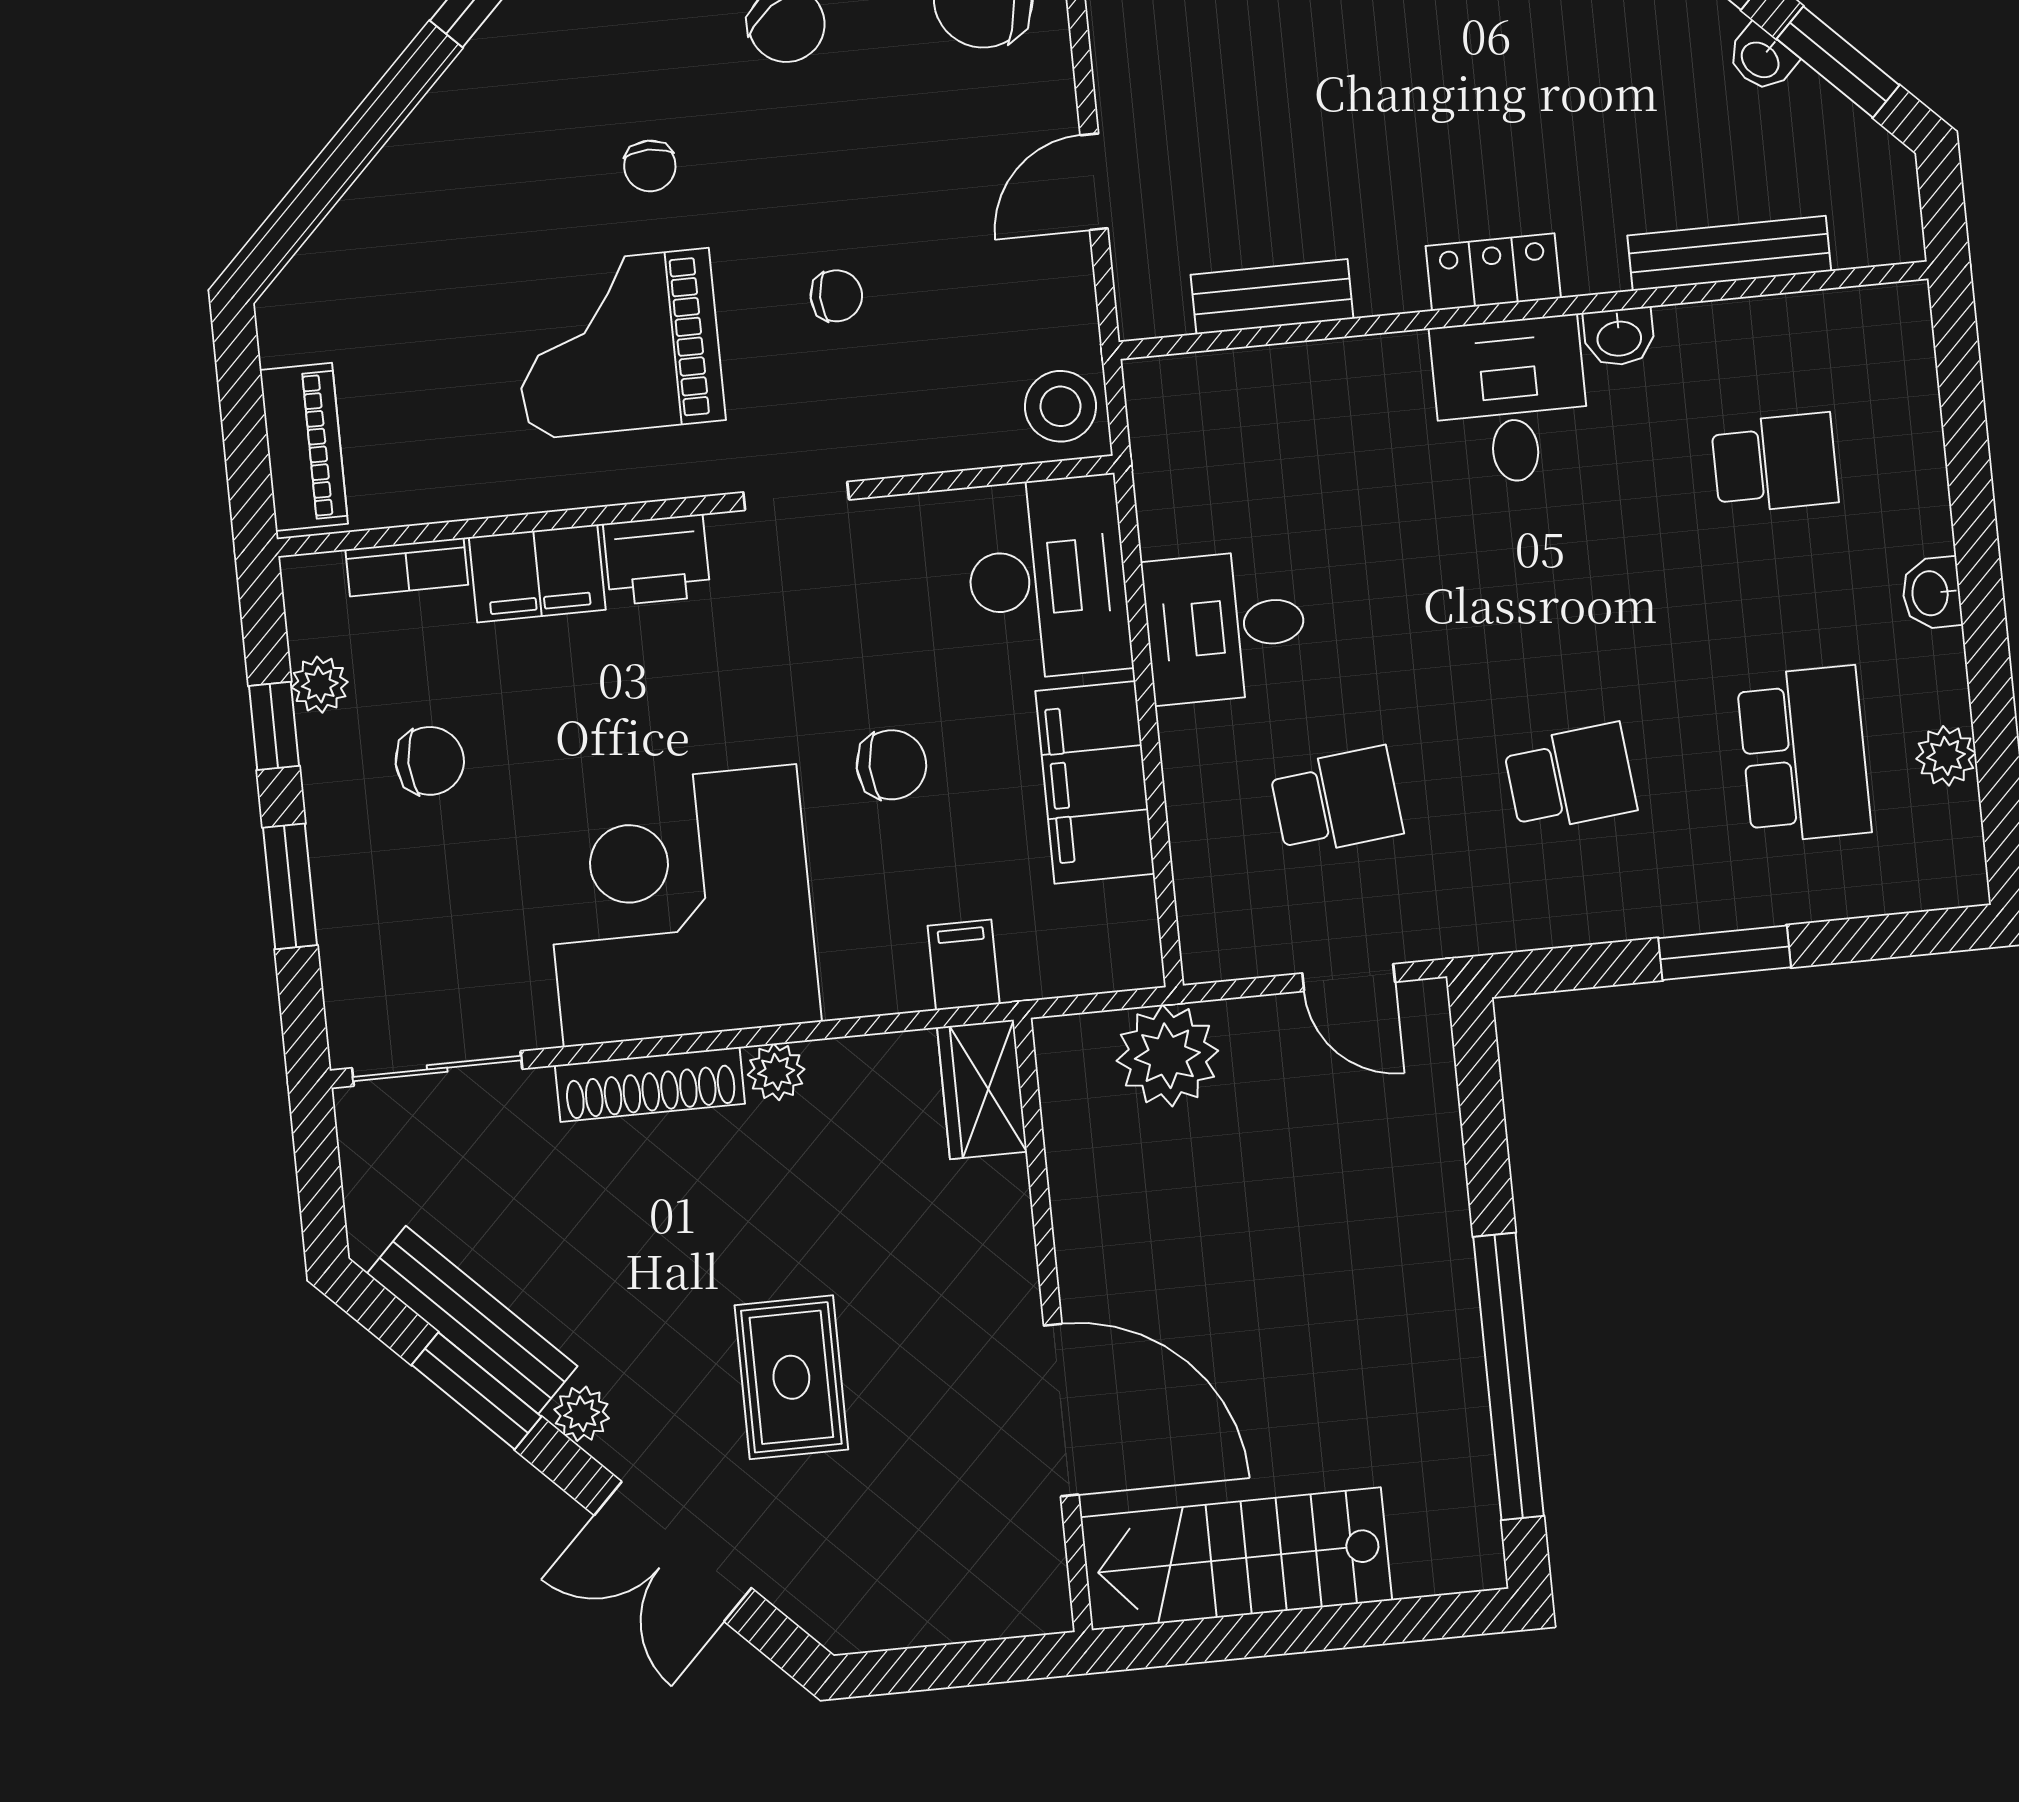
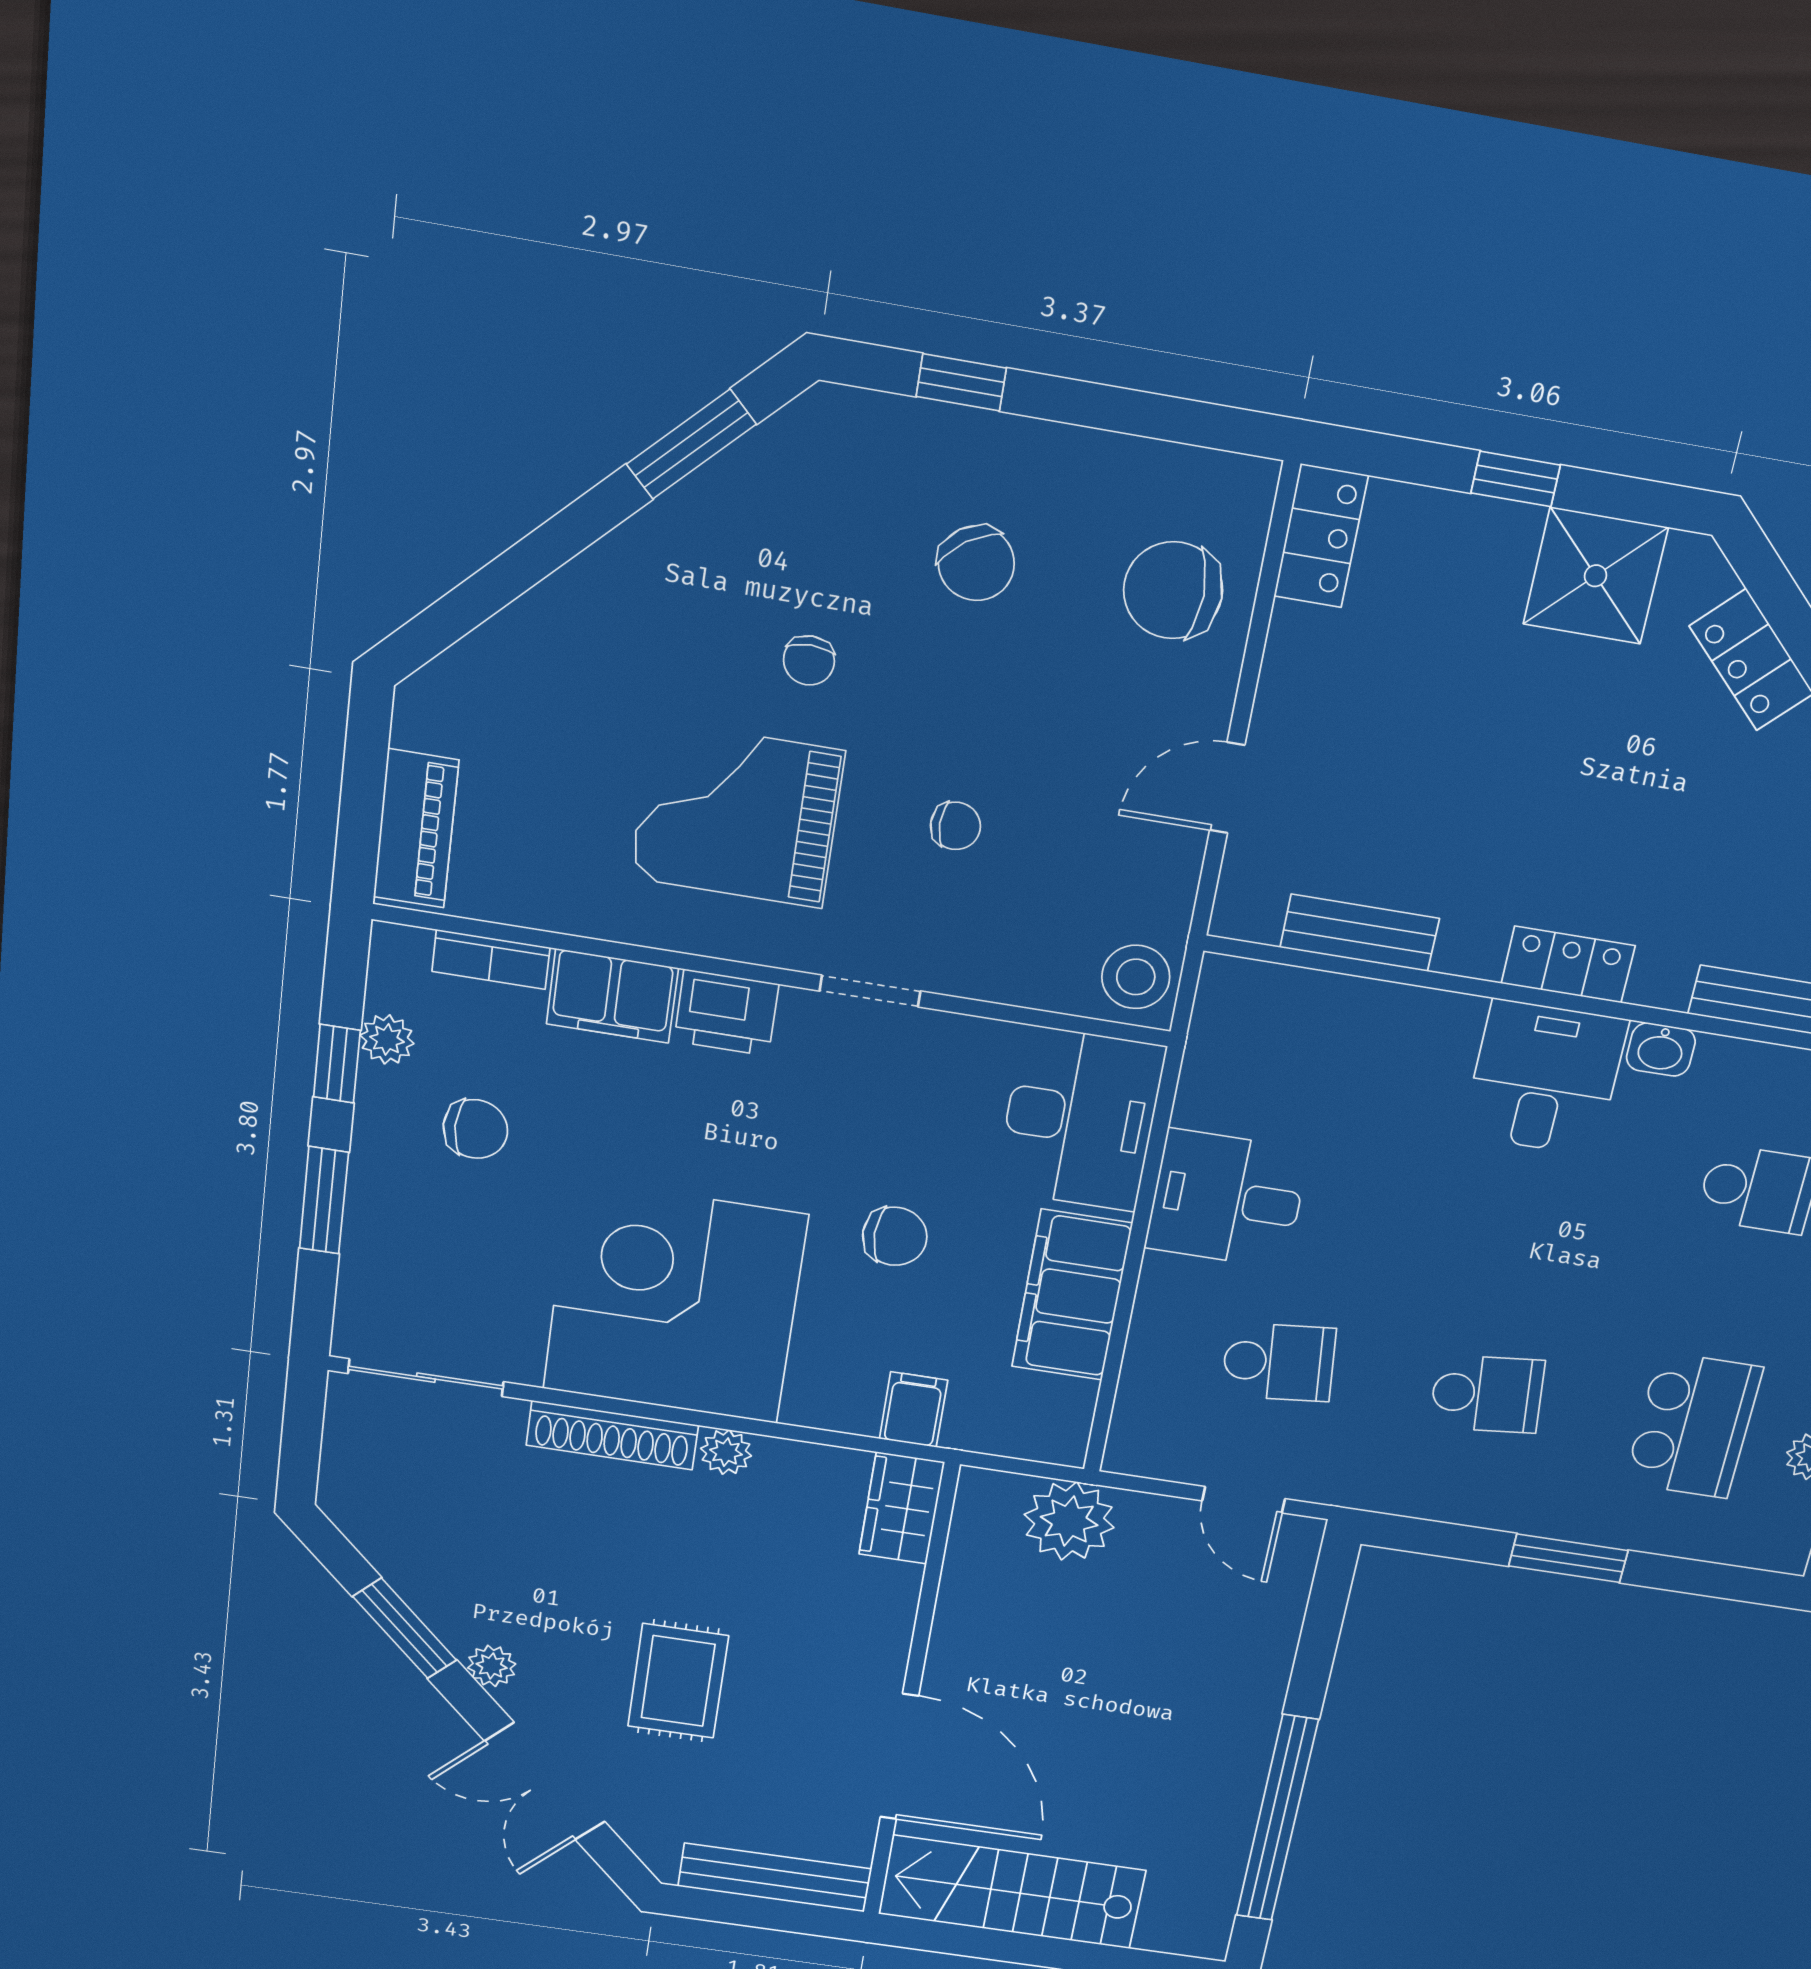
bench: (472, 1320) -> (775, 1878), moved, turned -45

